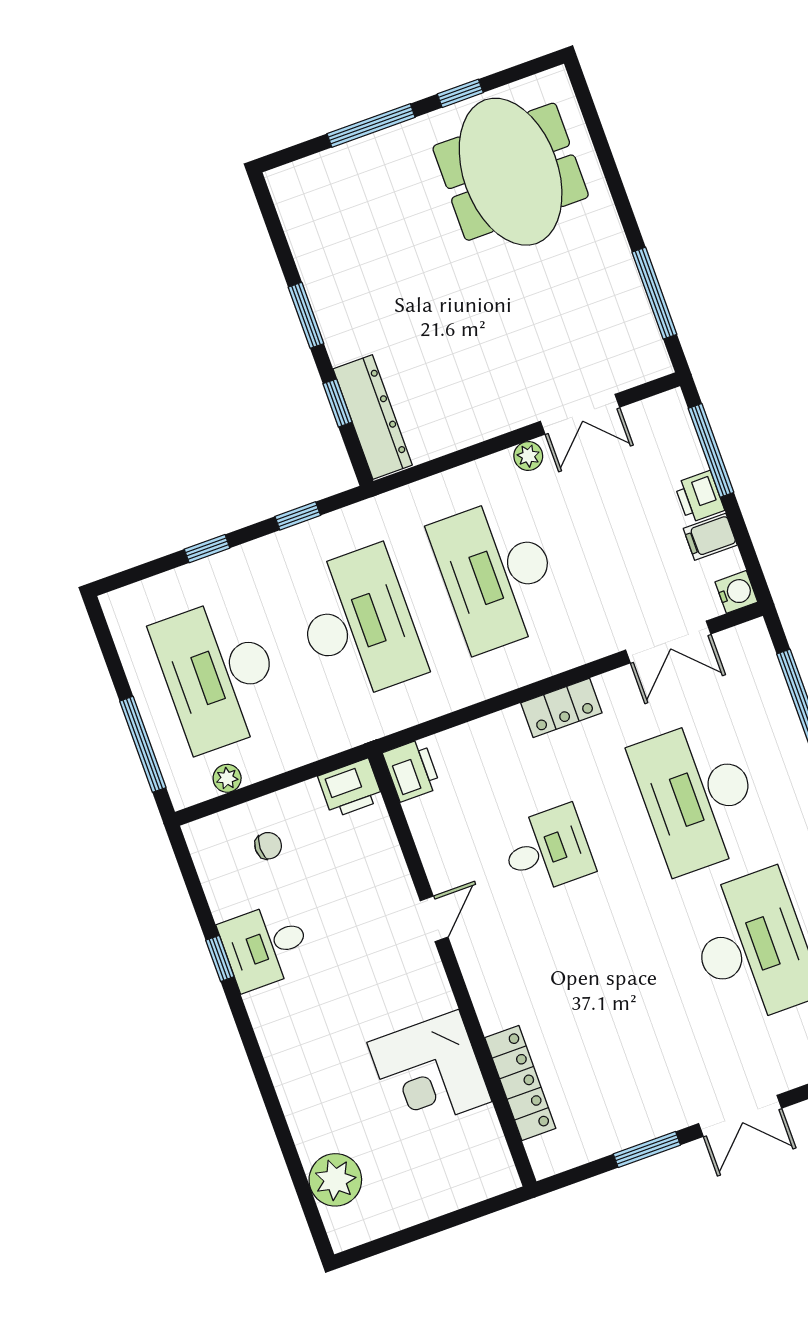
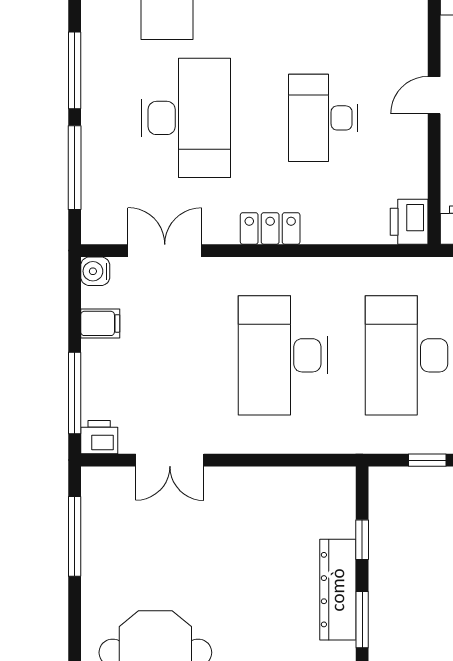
double door: (580, 414) -> (170, 460), swing flipped
dresser: (373, 417) -> (338, 590), moved
plant: (528, 456) -> (224, 441), removed
printer: (699, 497) -> (99, 437), moved, turned -90
desk: (497, 574) -> (283, 355), turned 180
desk: (547, 850) -> (323, 118), width x1.37

